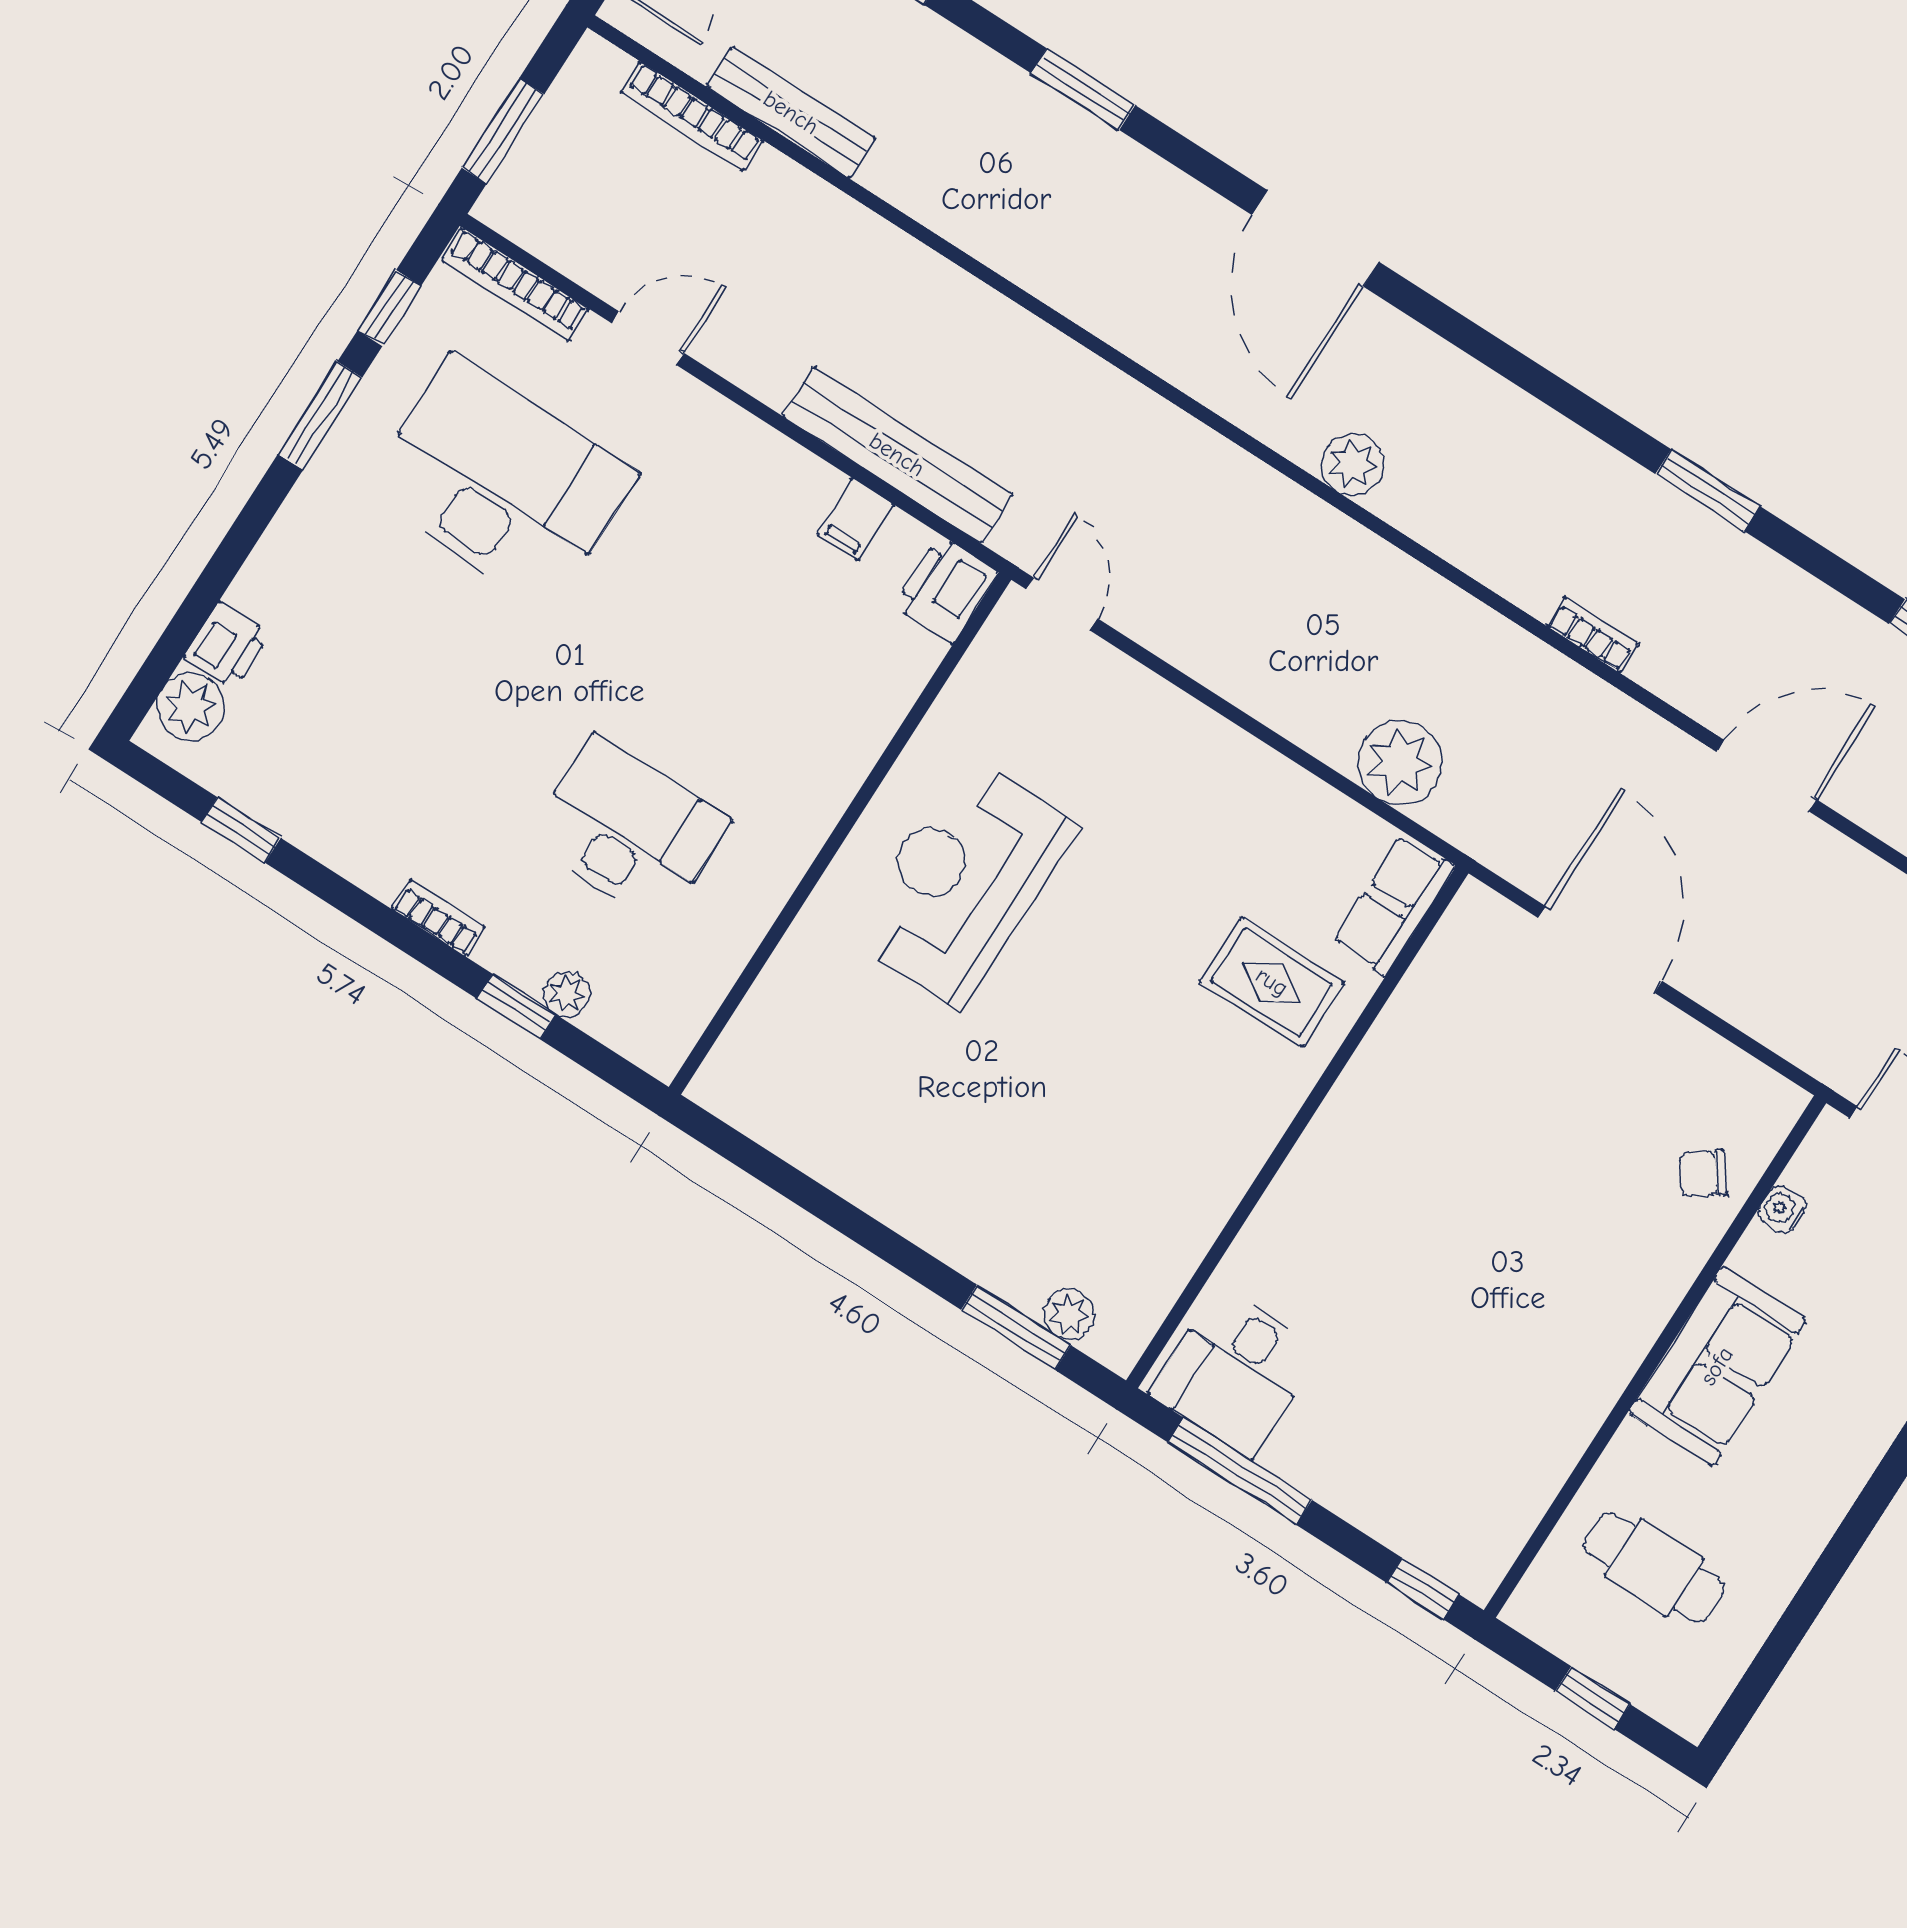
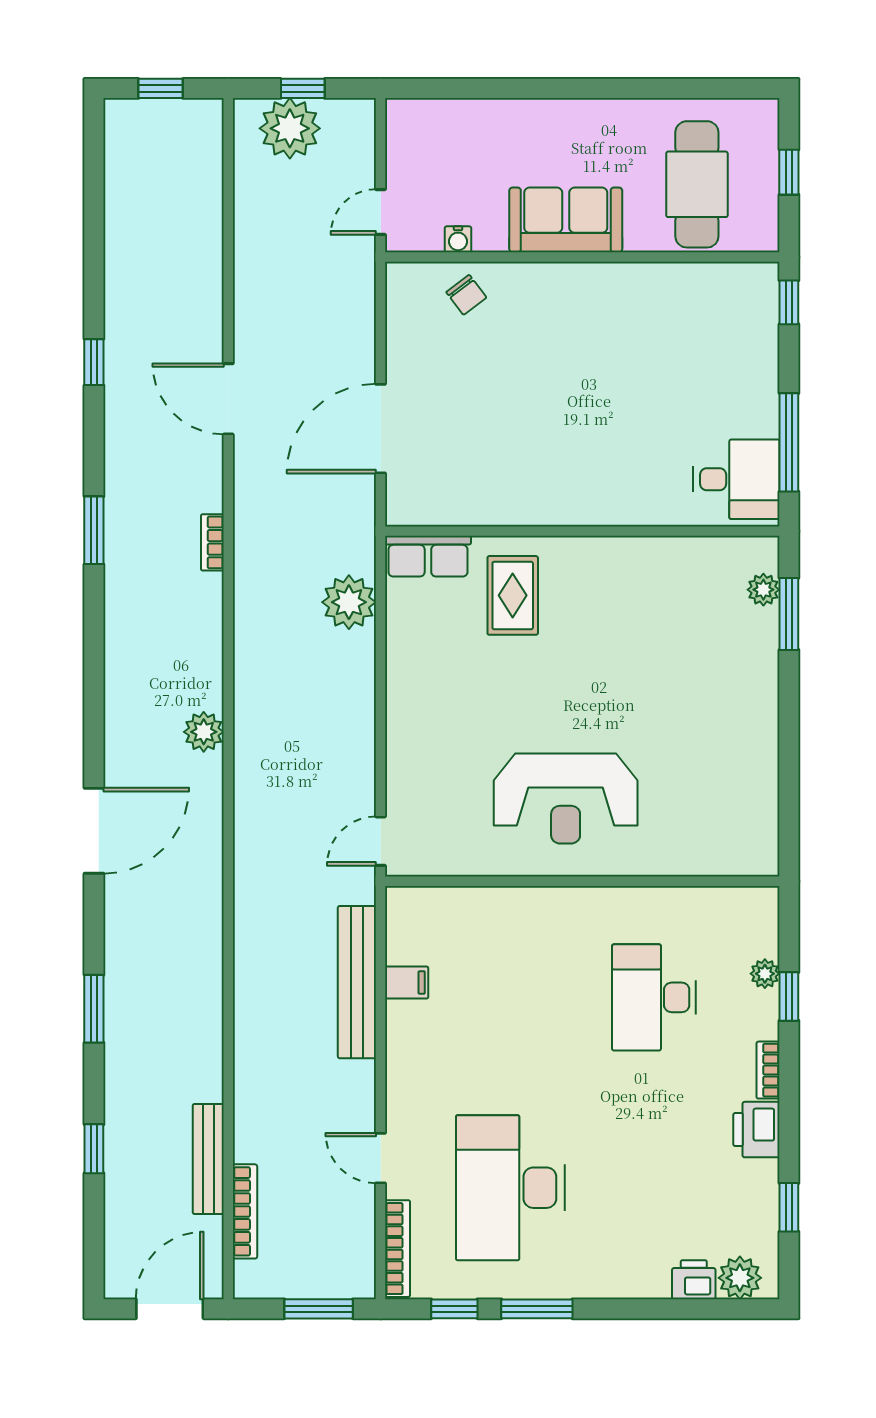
printer: (946, 589) -> (756, 1130), moved, turned 90
cafe table: (1654, 1567) -> (697, 184), width x1.37, depth x1.35

